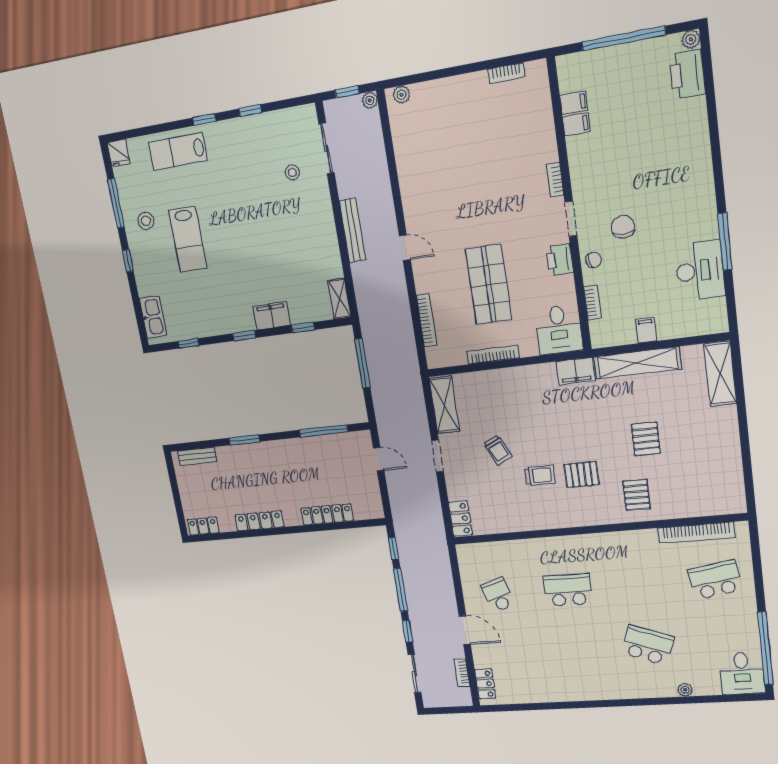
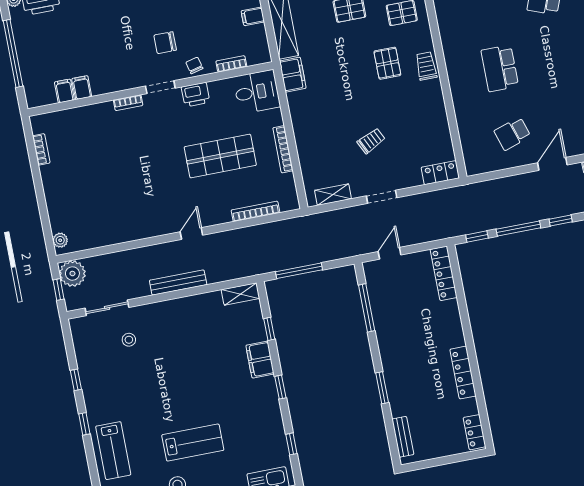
plant: (370, 100) -> (72, 274), width x1.88, depth x1.88
shelving: (444, 405) -> (333, 195), width x0.67, depth x0.75
trolley: (540, 475) -> (426, 66), moved
locker: (327, 514) -> (444, 273), moved

